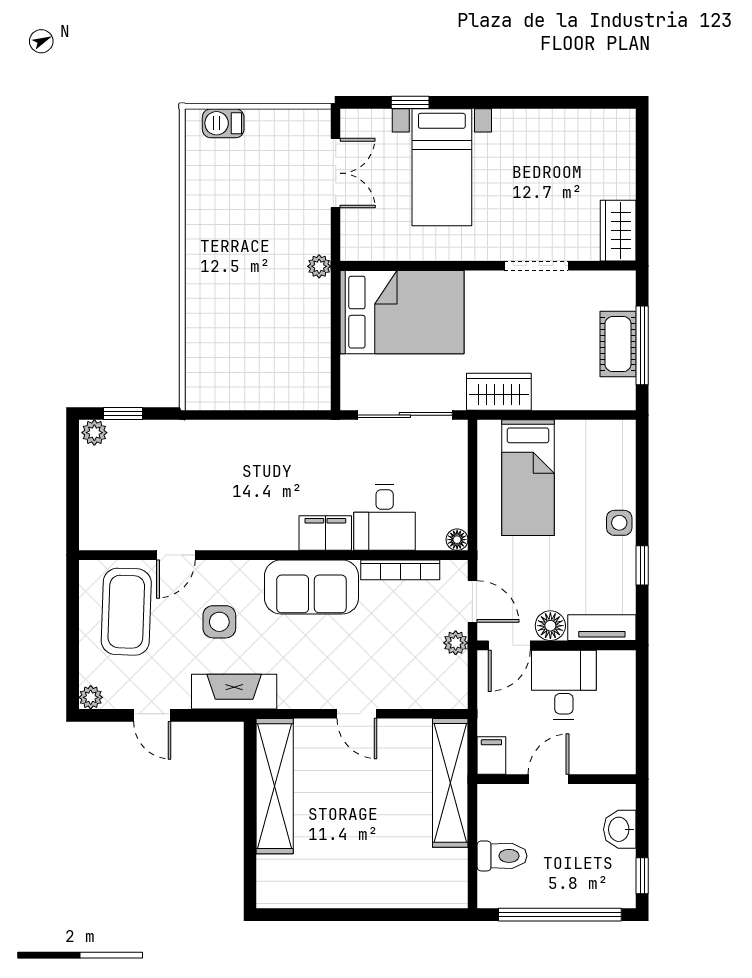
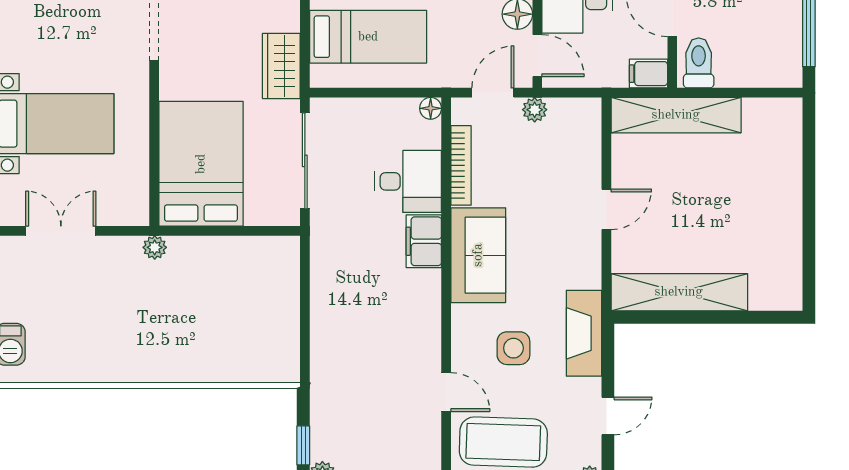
toilet: (502, 856) -> (699, 63), moved

